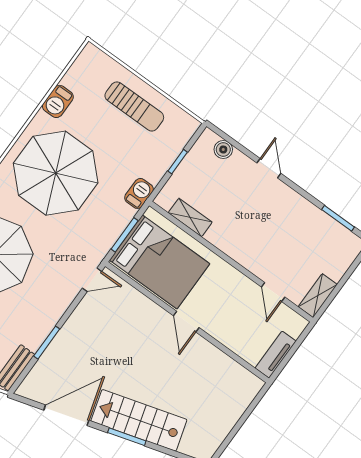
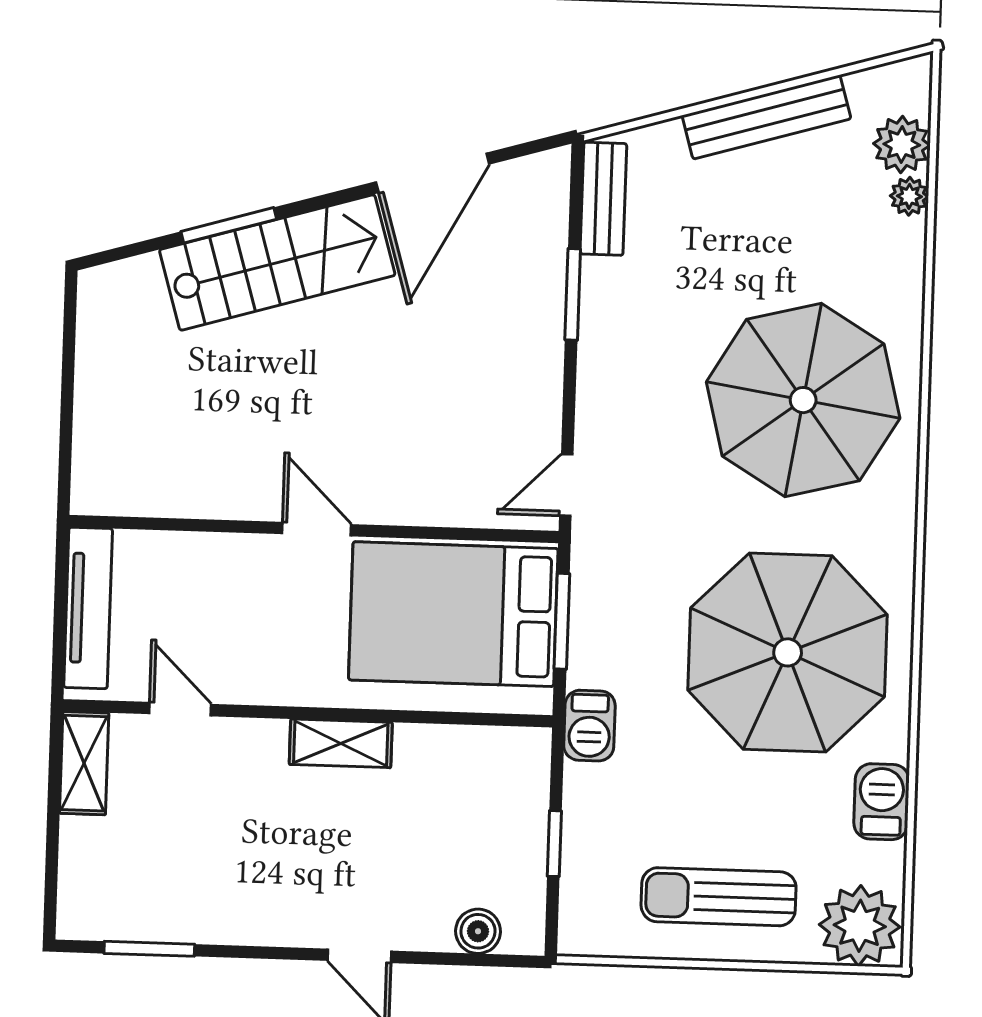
plant: (93, 65) -> (860, 926), added
shelving: (190, 217) -> (341, 743), moved
tv unit: (276, 355) -> (88, 608), width x1.41
window: (127, 437) -> (229, 225), moved

